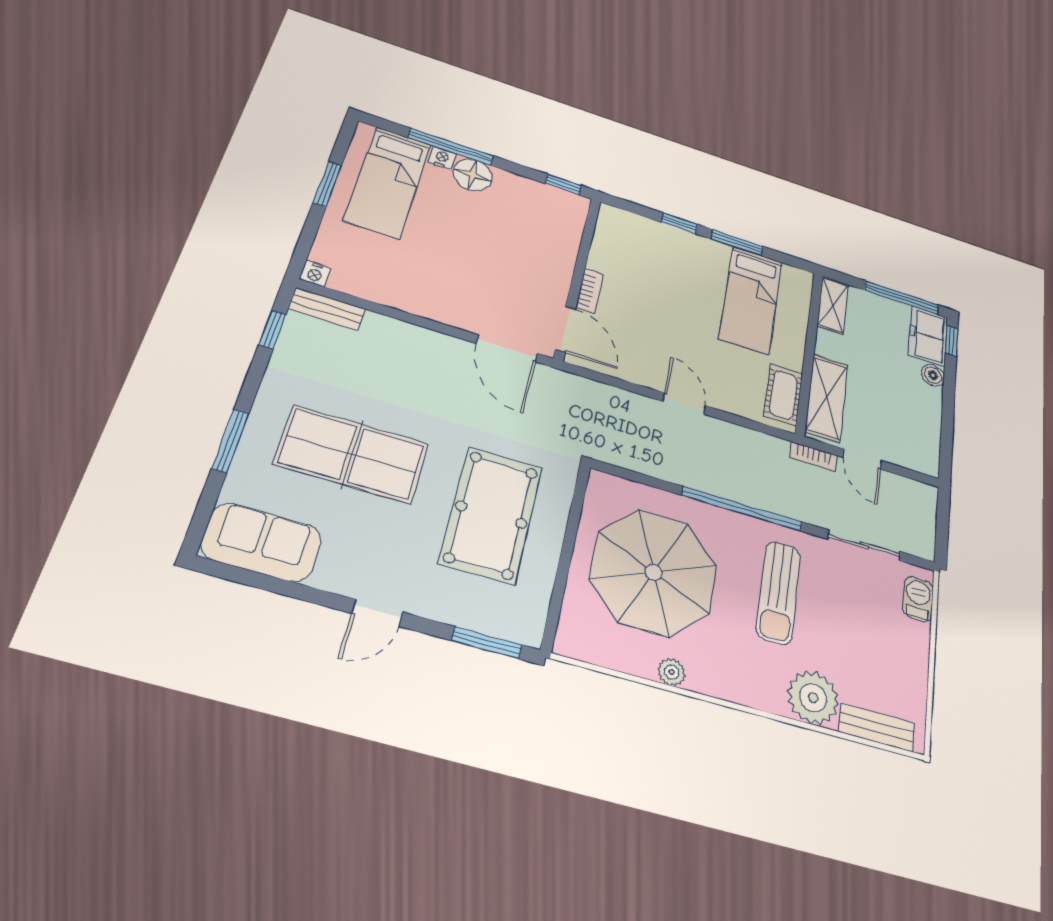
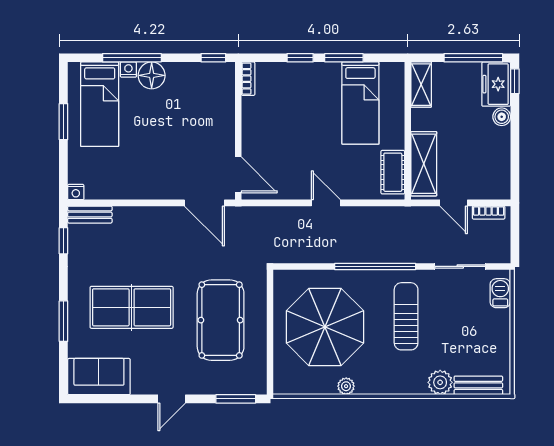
bookcase: (589, 291) -> (248, 79), moved
bookcase: (813, 457) -> (489, 213), moved
sun lounger: (779, 592) -> (406, 316), turned 180
plant: (813, 698) -> (440, 382), width x0.73, depth x0.73

